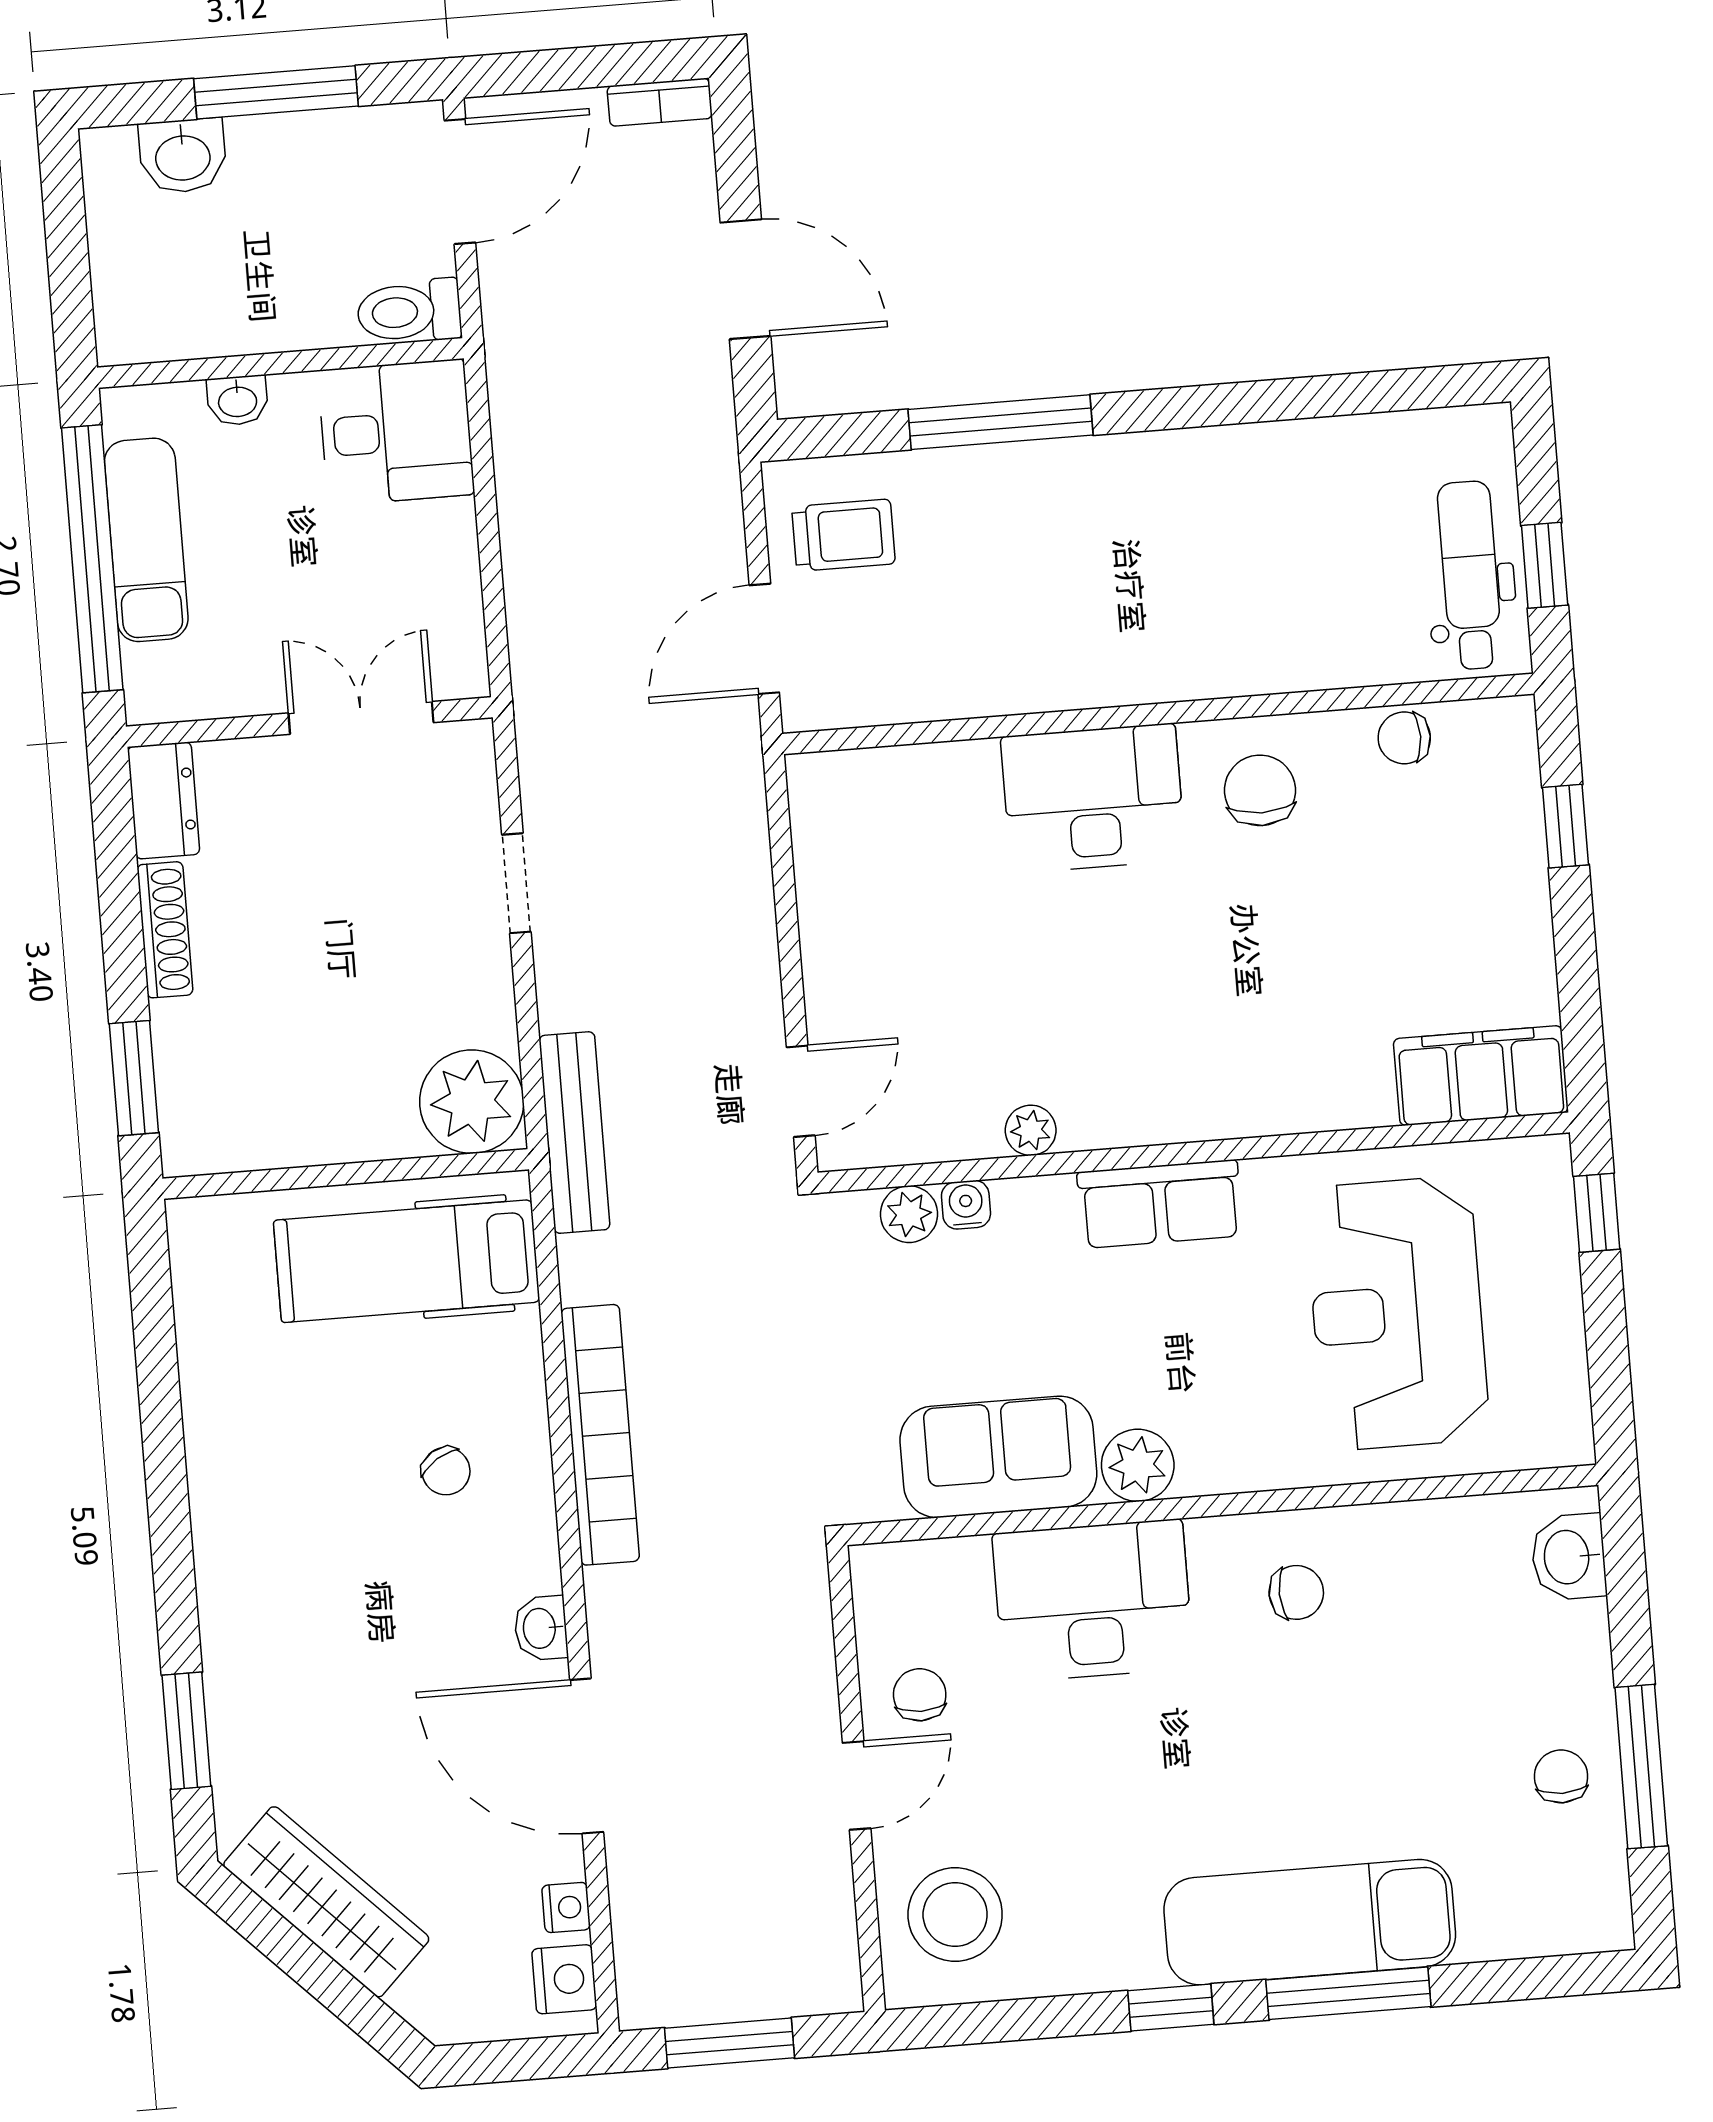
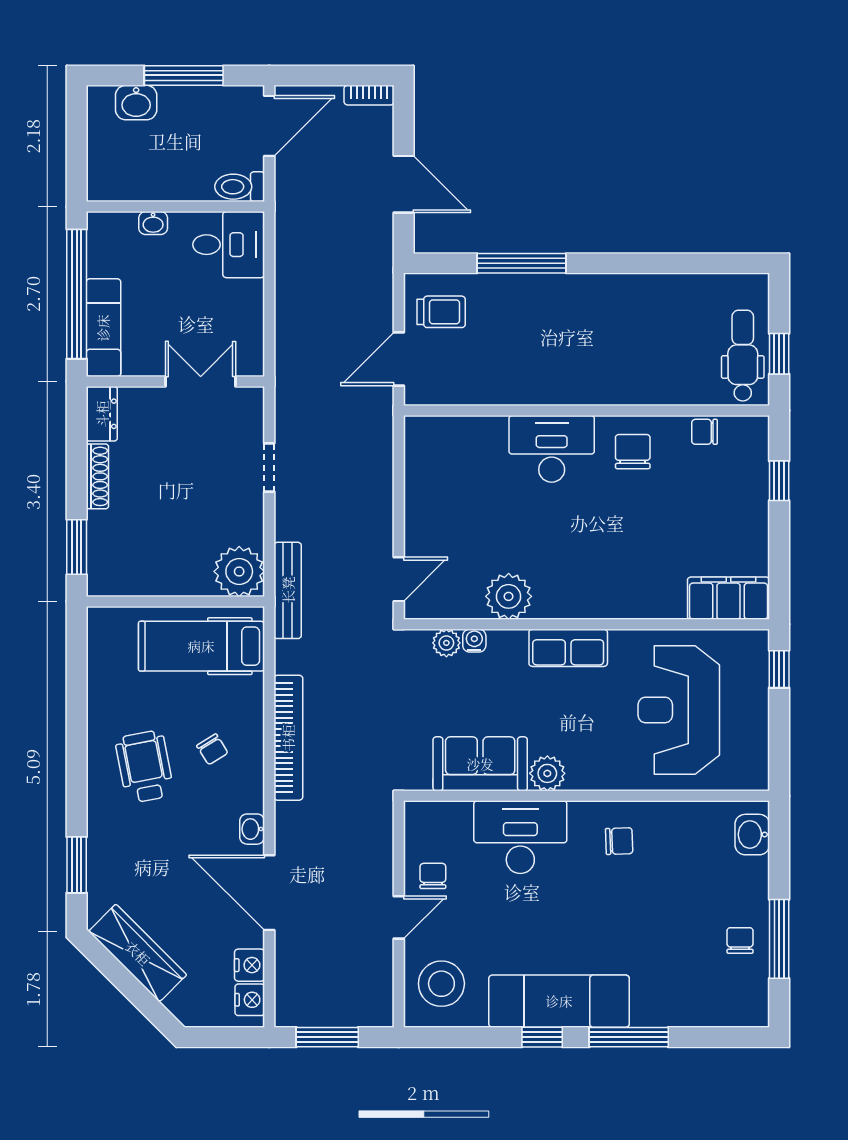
exam couch: (146, 540) -> (103, 328), moved
plant: (1031, 1130) -> (509, 596), width x1.88, depth x1.88
wheelchair: (310, 1518) -> (145, 767), added
nightstand: (566, 1907) -> (250, 965), width x1.39, depth x1.35
exam couch: (1310, 1922) -> (559, 1001), moved

